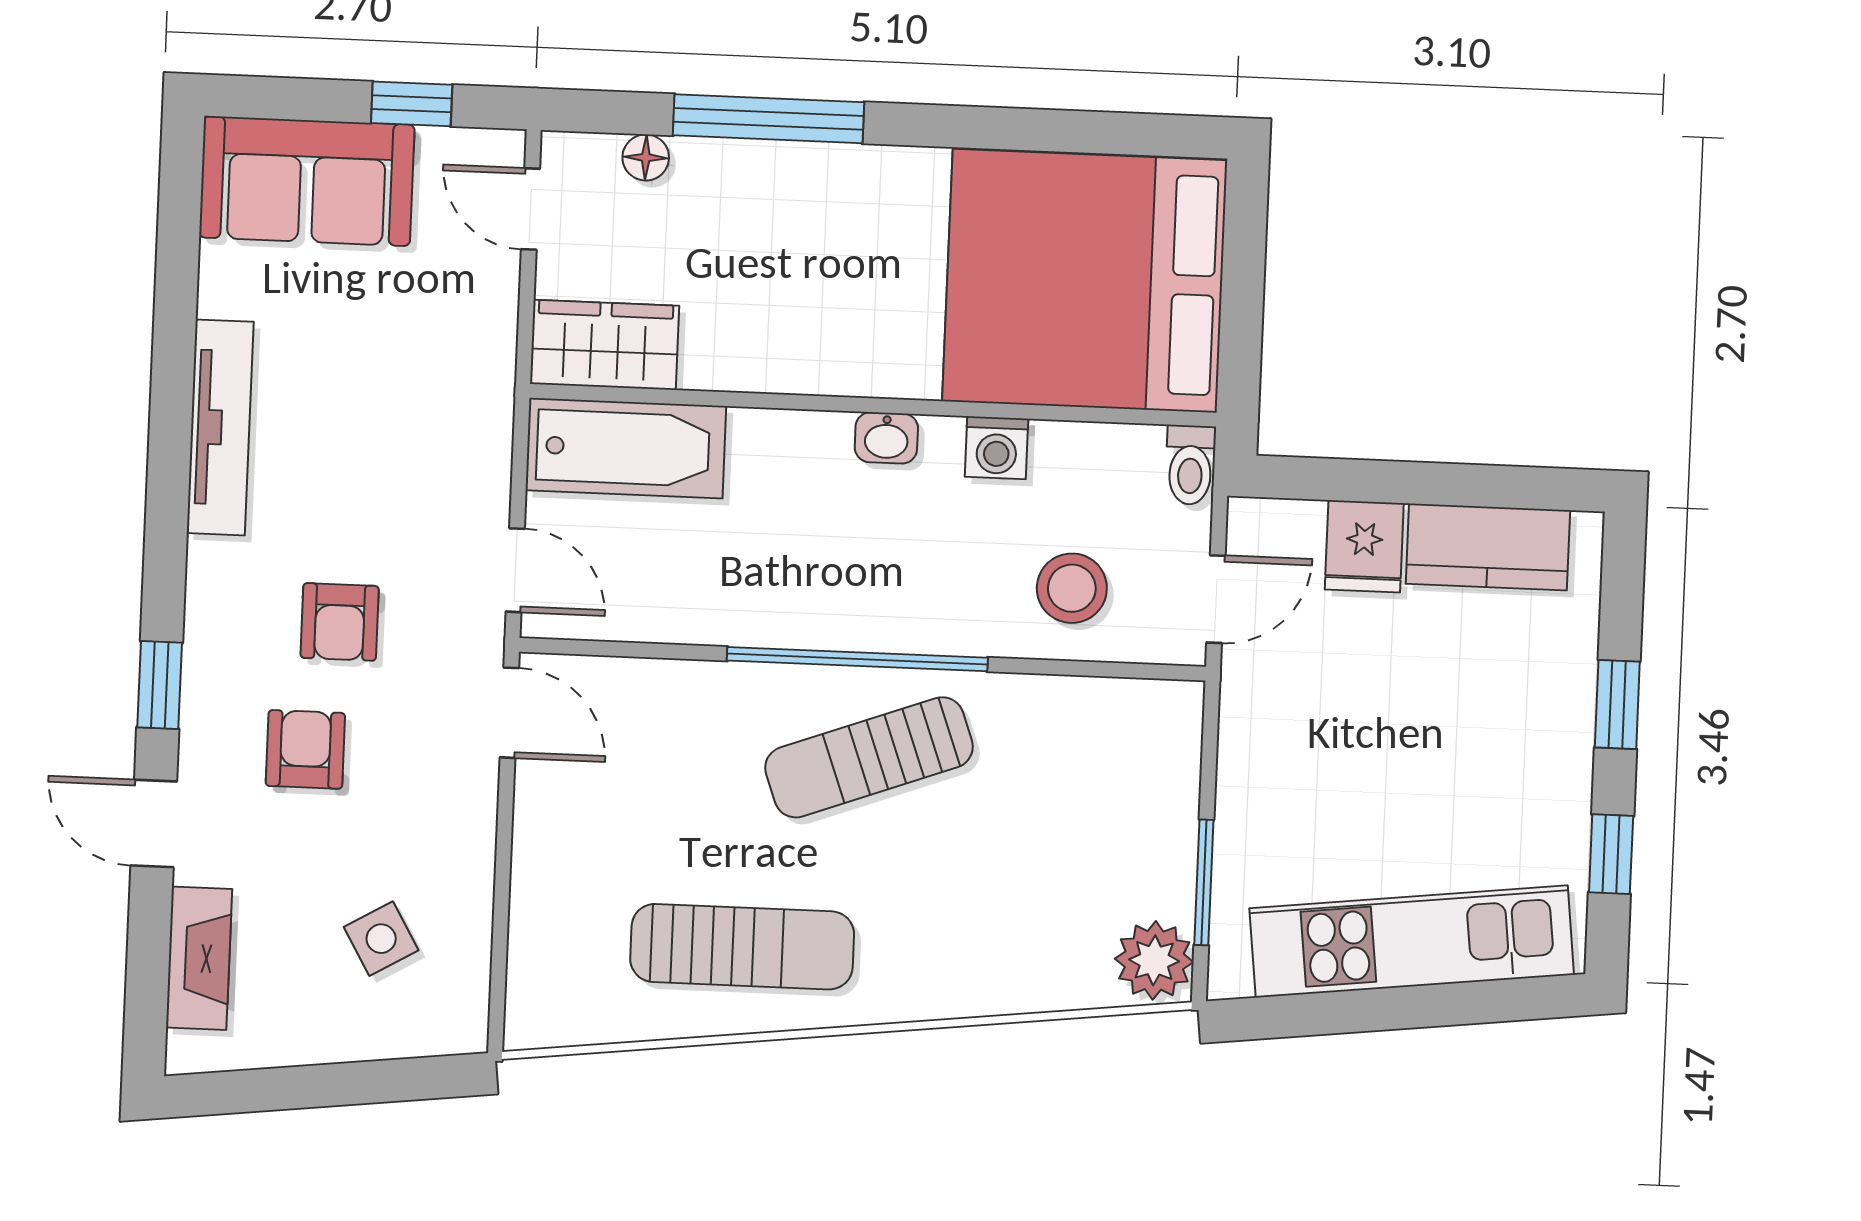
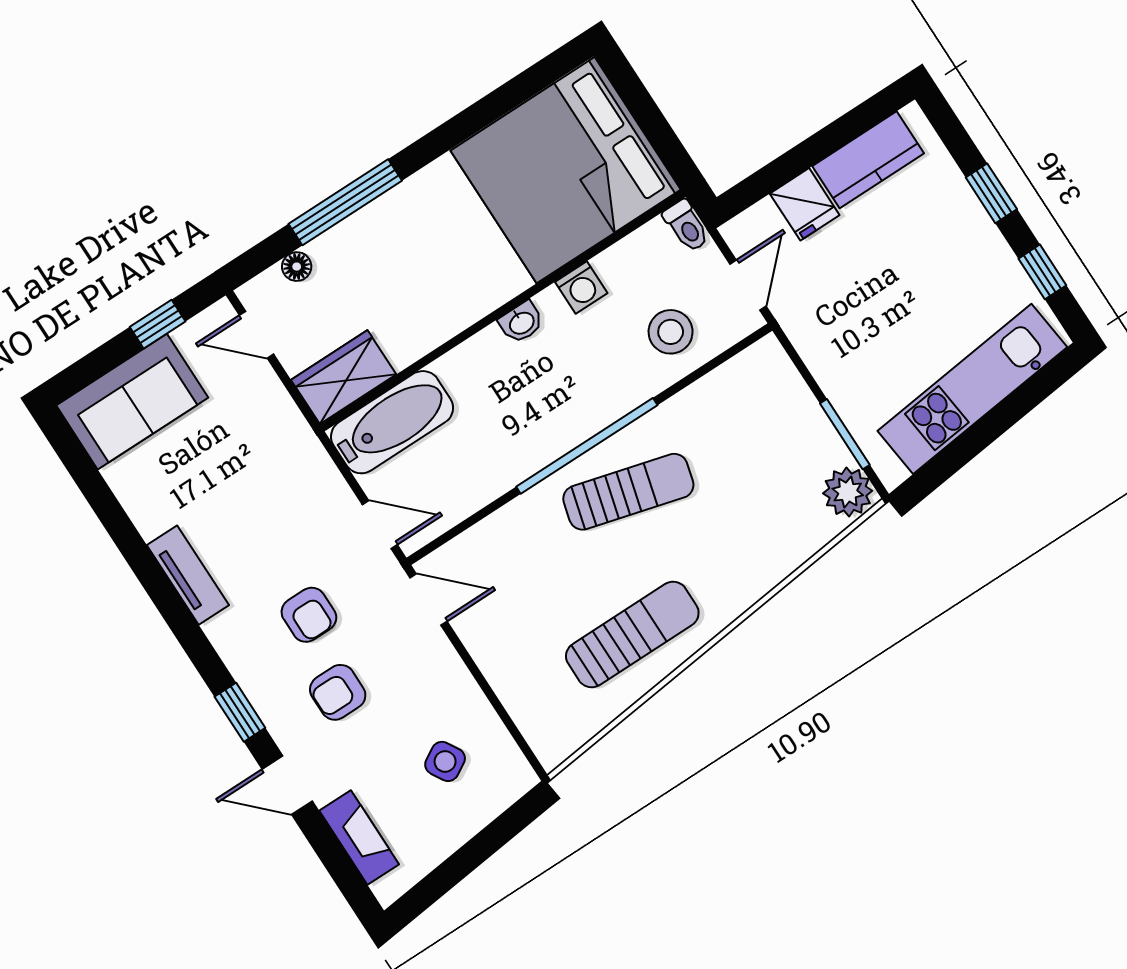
tv unit: (220, 427) -> (188, 575), width x0.71
armchair: (305, 749) -> (338, 692), turned -90
sun lounger: (869, 757) -> (628, 492), turned -145

